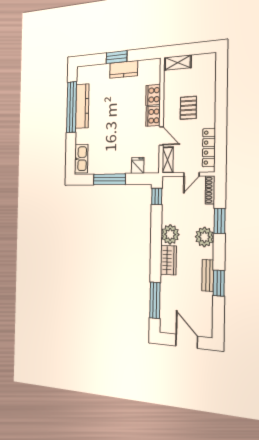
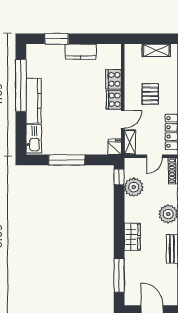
window: (117, 57) -> (57, 39), moved
shelving: (178, 63) -> (156, 50), moved
kitchen counter: (82, 106) -> (34, 101), moved
door: (161, 136) -> (123, 119), hinge flipped
fridge: (138, 165) -> (115, 147), moved
plant: (170, 234) -> (134, 187), moved

